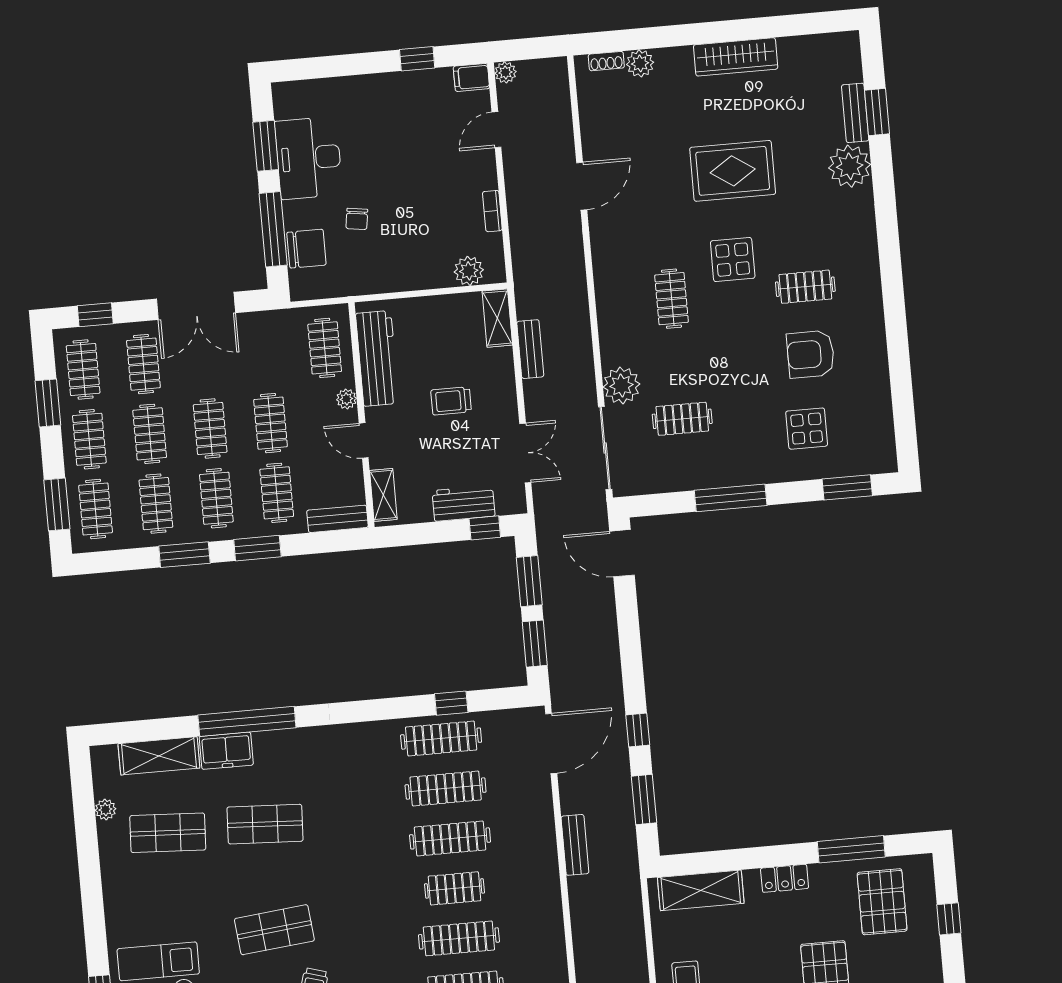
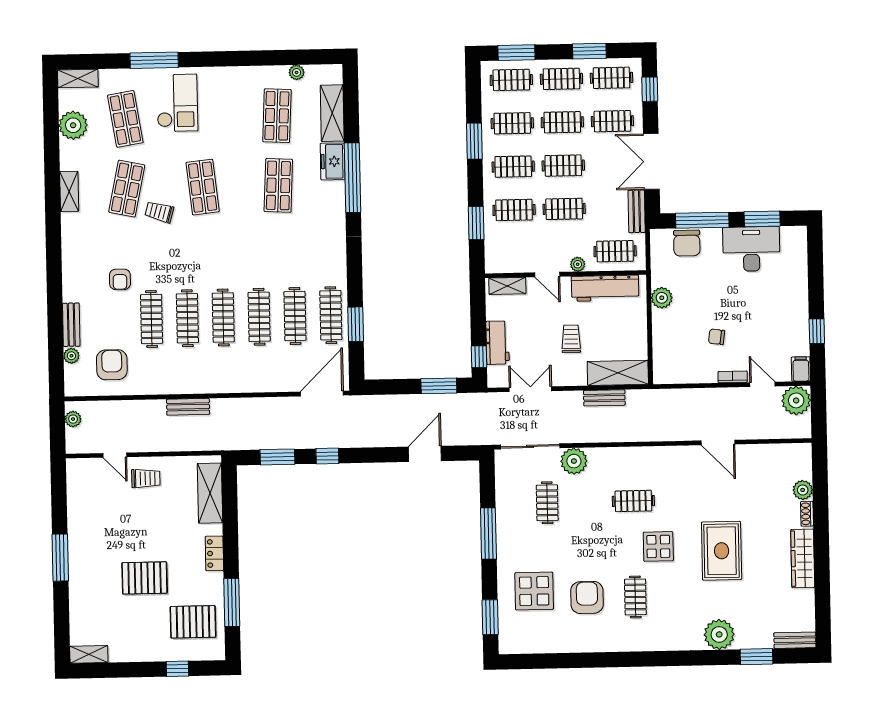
shoe rack: (606, 61) -> (807, 514), moved
plant: (505, 72) -> (796, 400), width x1.87, depth x1.87
bench: (855, 113) -> (795, 640), moved
bookcase: (492, 211) -> (733, 377), moved
chair: (357, 219) -> (717, 337), moved
plant: (469, 271) -> (662, 298), moved
shelving: (497, 318) -> (618, 373), width x1.50, depth x1.33
display table: (807, 429) -> (534, 591), width x1.36, depth x1.36
door: (364, 441) -> (547, 275), swing flipped
double door: (525, 453) -> (530, 389), swing flipped
bench: (337, 519) -> (637, 211), moved
window: (257, 548) -> (476, 223), moved
door: (622, 553) -> (425, 454), moved
window: (535, 644) -> (394, 387), removed
window: (451, 703) -> (356, 324), width x1.50
door: (551, 743) -> (322, 394), swing flipped
bench: (575, 845) -> (188, 407), moved
clothes rail: (454, 888) -> (223, 317), width x1.36

